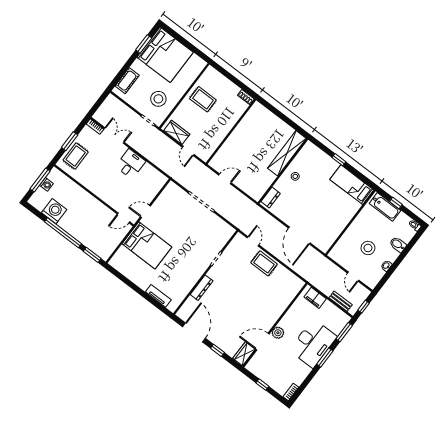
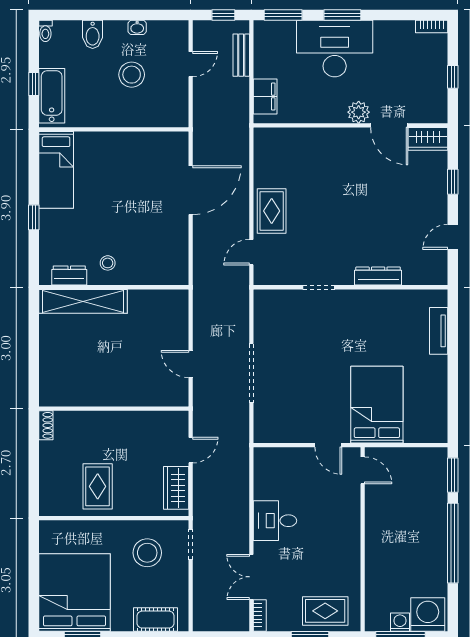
dresser: (271, 198) -> (69, 275), moved
washing machine: (54, 211) -> (428, 615), moved, turned 90
door: (194, 332) -> (453, 237), width x0.53

